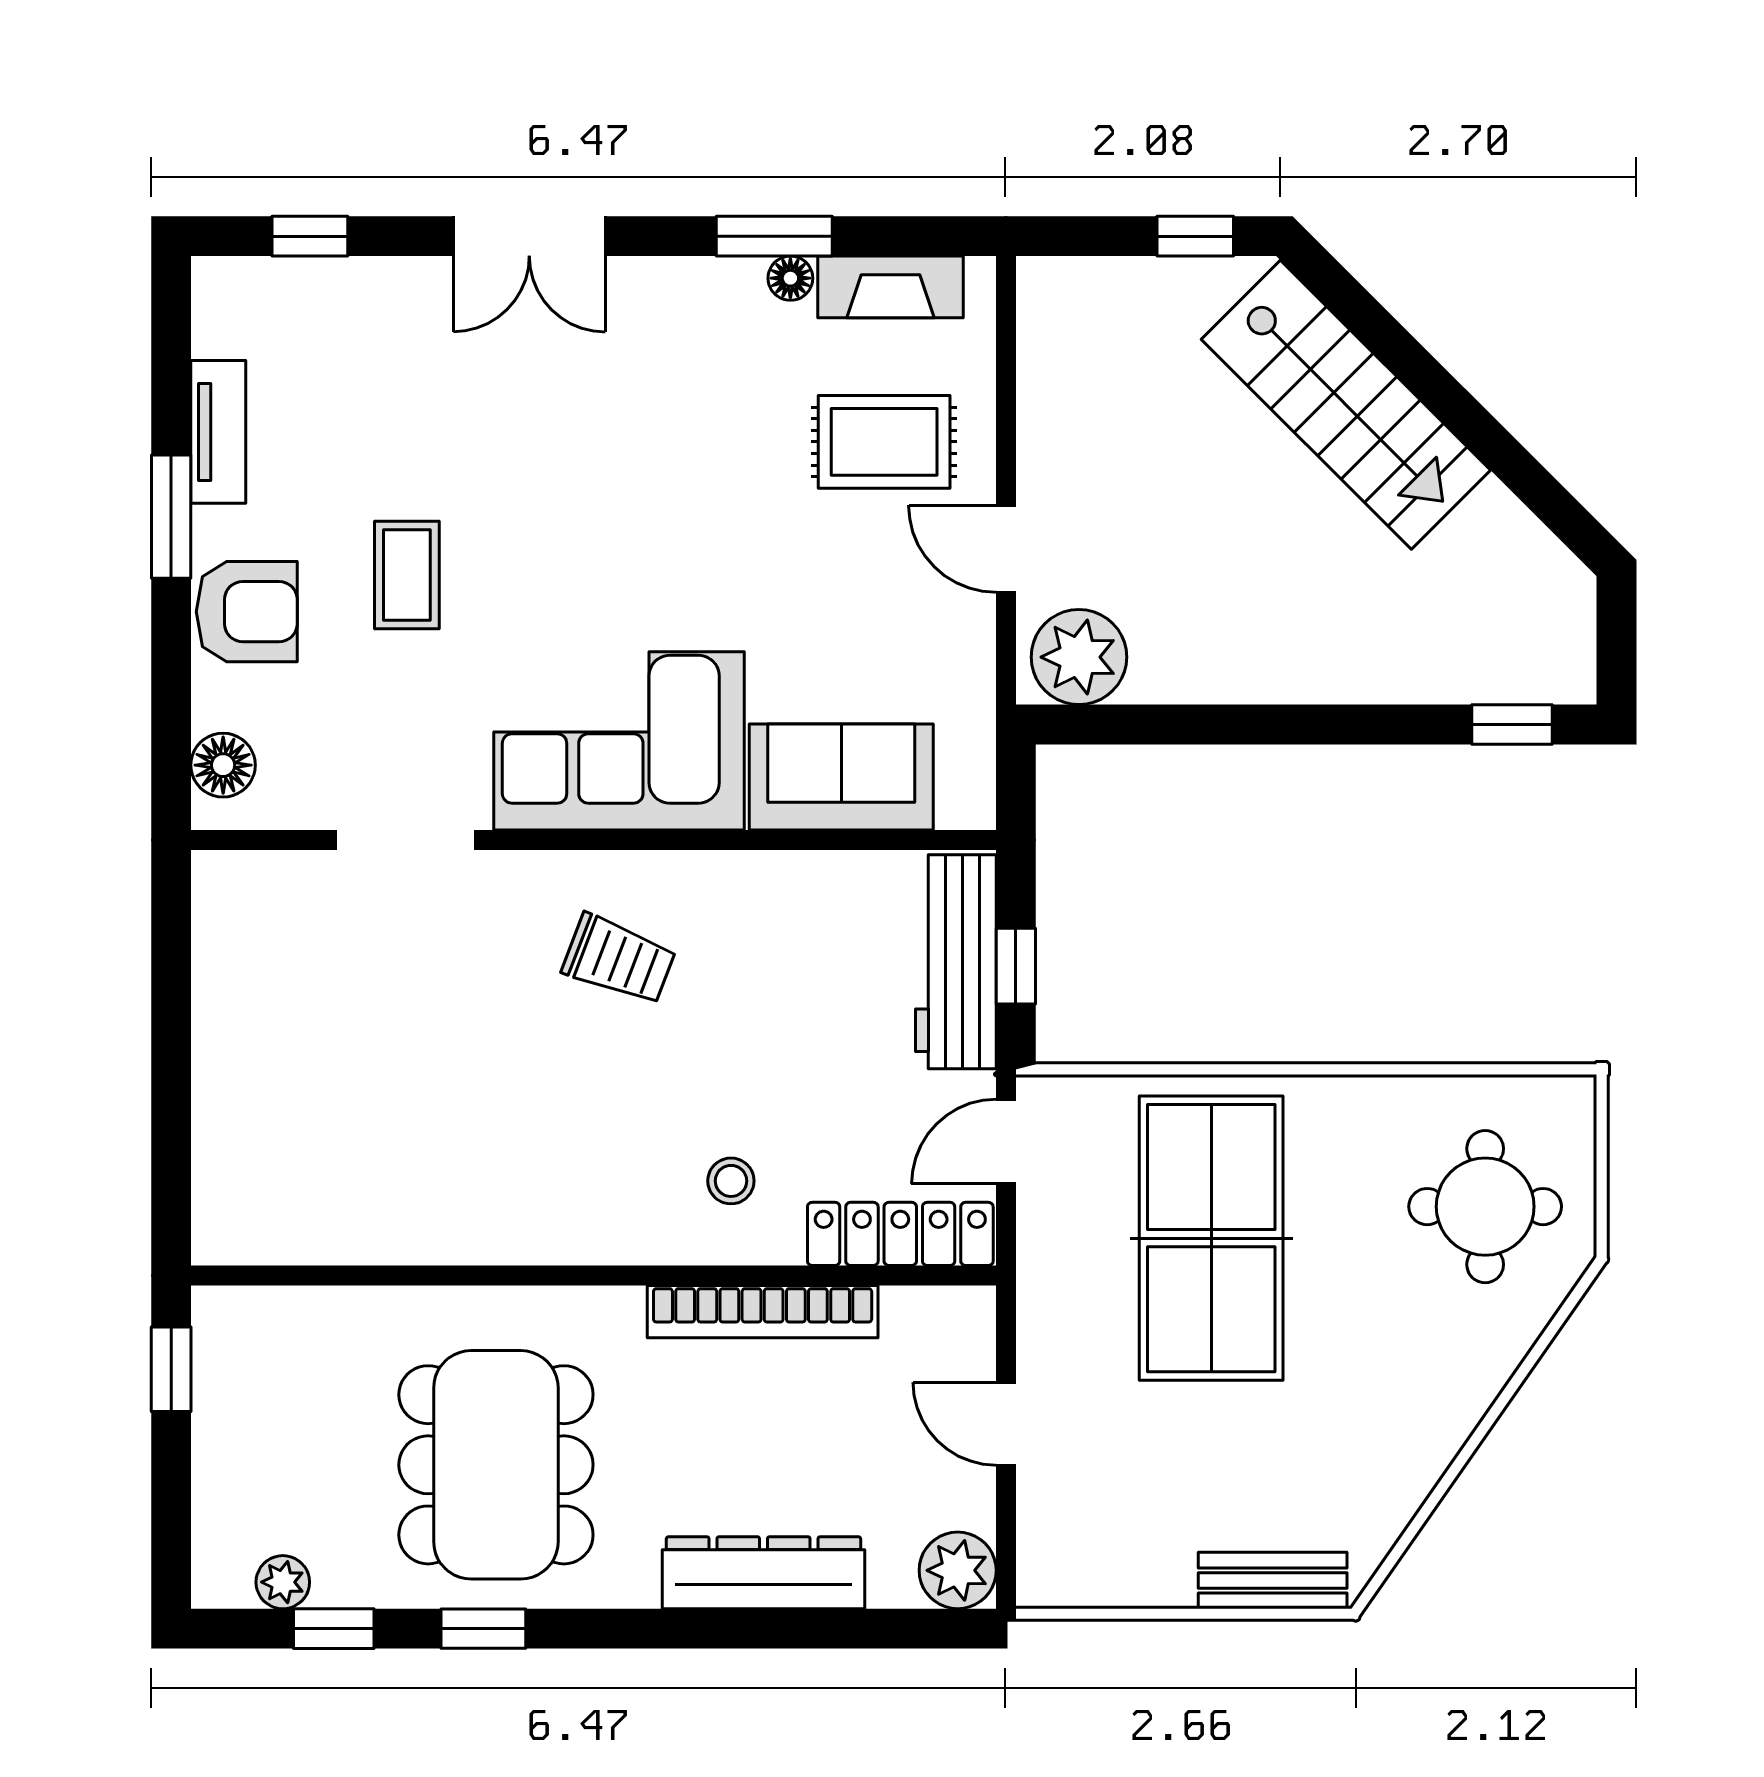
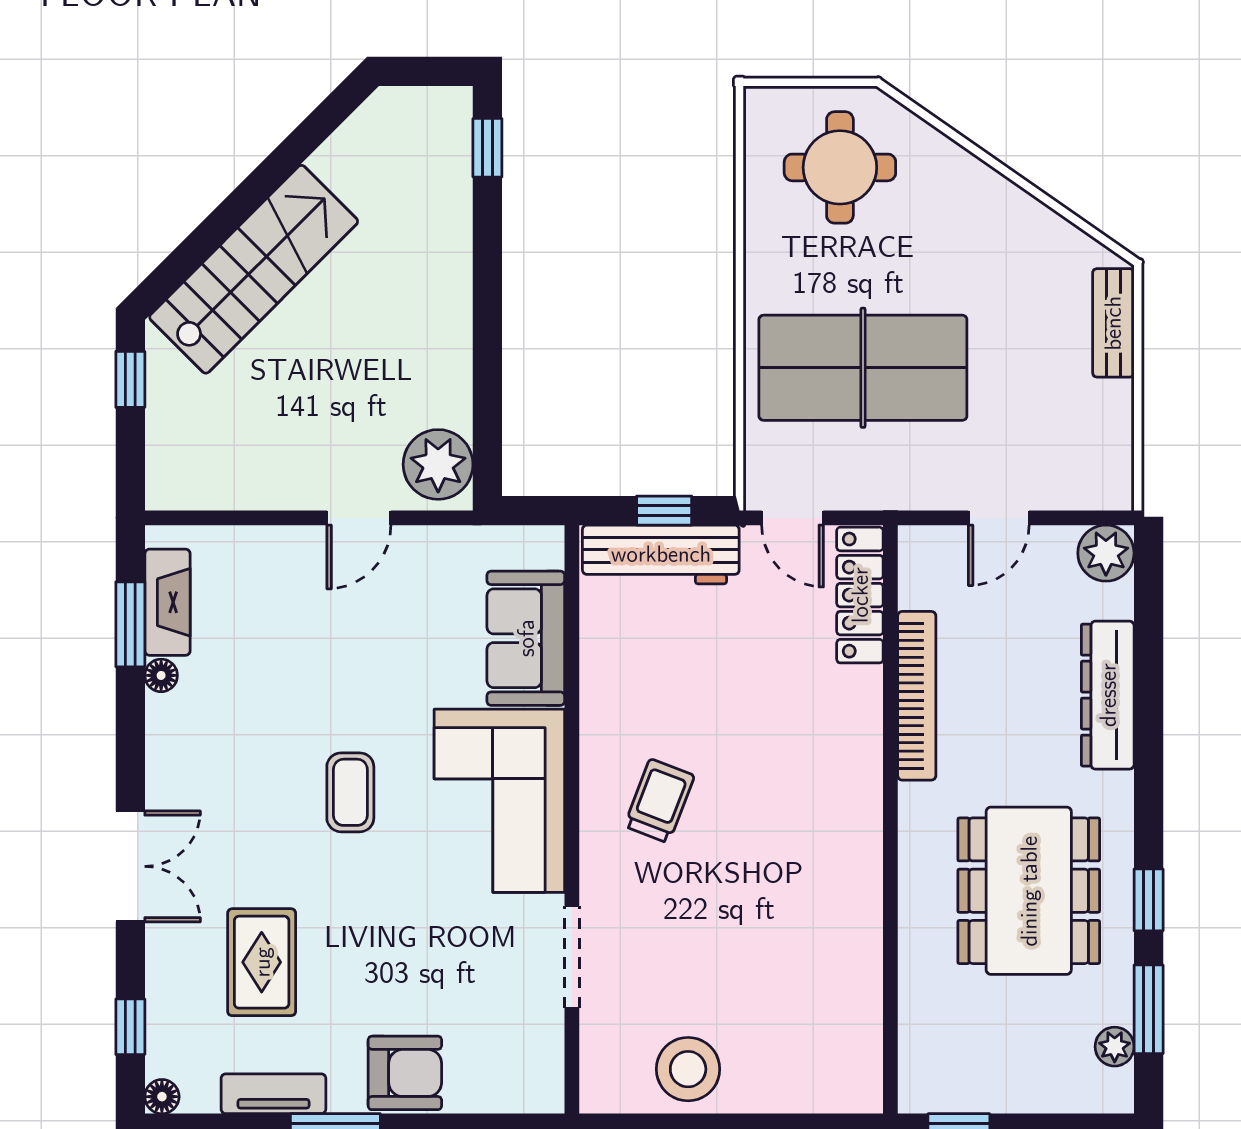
window: (774, 236) -> (130, 624), moved
rug: (884, 442) -> (262, 962), moved
coffee table: (407, 575) -> (350, 792), moved, turned 90
armchair: (247, 612) -> (405, 1073), turned 90
floor lamp: (223, 765) -> (162, 1097), moved, width x0.73, depth x0.73
stool: (731, 1181) -> (688, 1069), moved, width x1.89, depth x1.89
dining table: (496, 1465) -> (1029, 891), turned 90
window: (334, 1629) -> (1149, 1009), width x1.50

